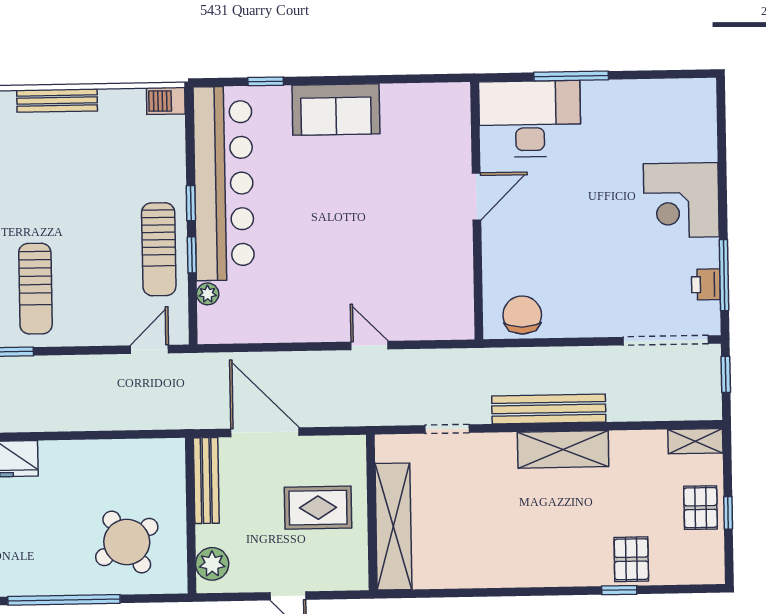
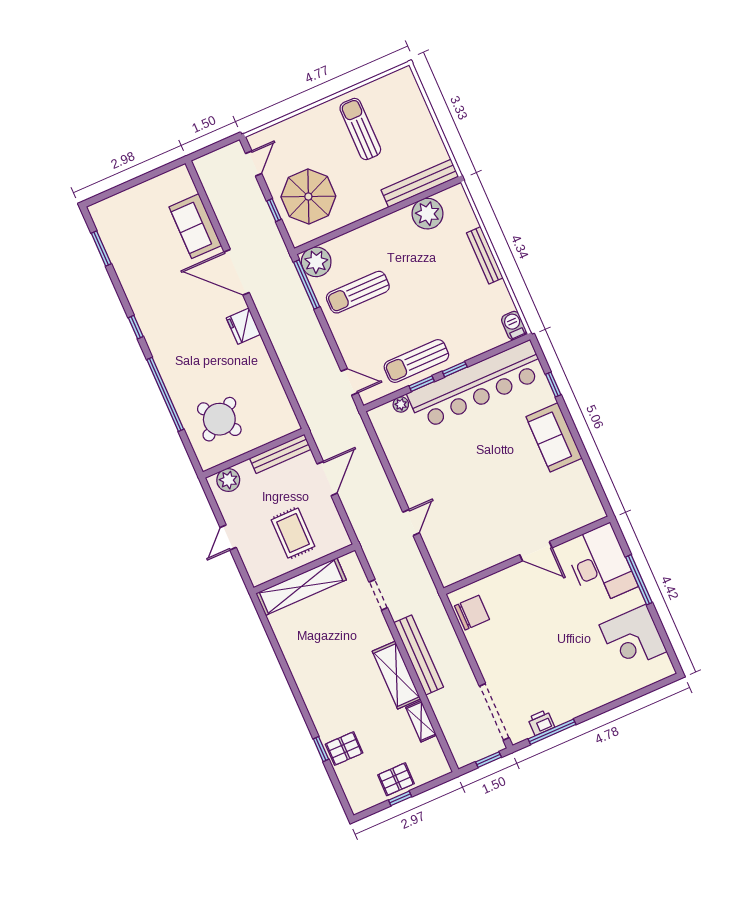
corner desk: (681, 200) -> (633, 638), moved, turned -90
door: (265, 432) -> (327, 479), width x0.73
shelving: (695, 441) -> (421, 721), moved

